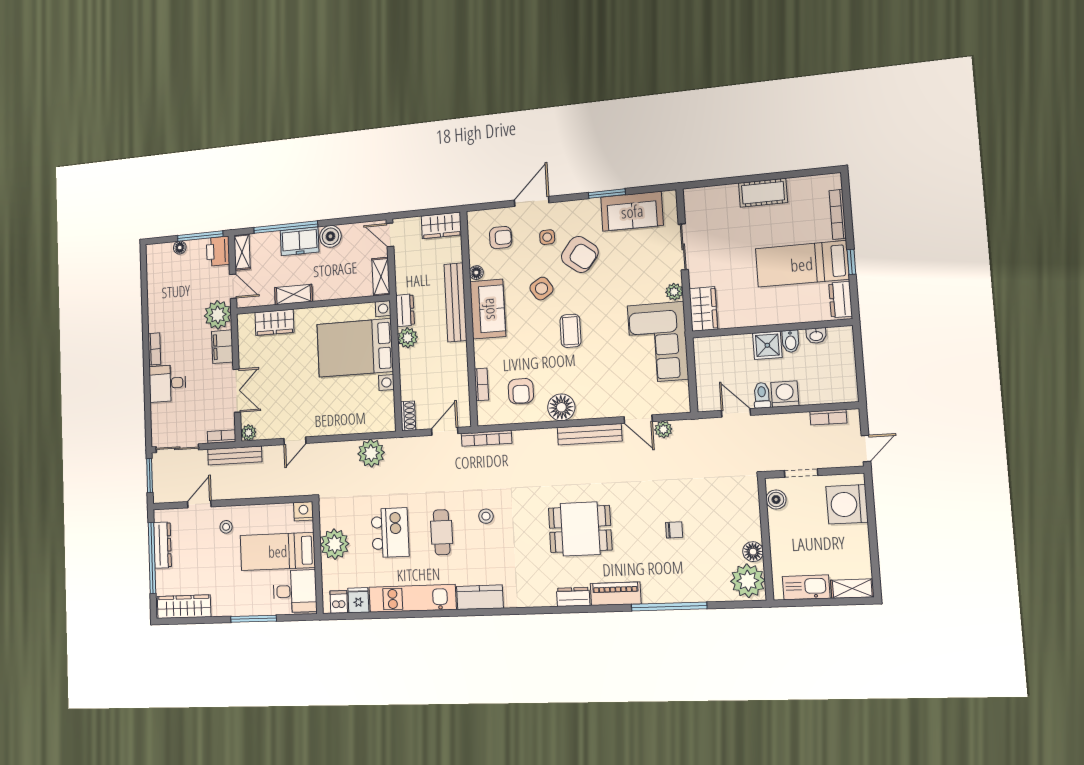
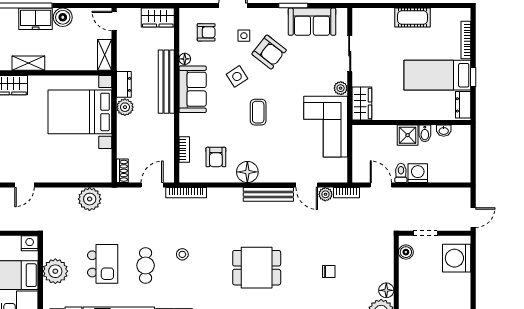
bookcase: (828, 417) -> (346, 193), moved

